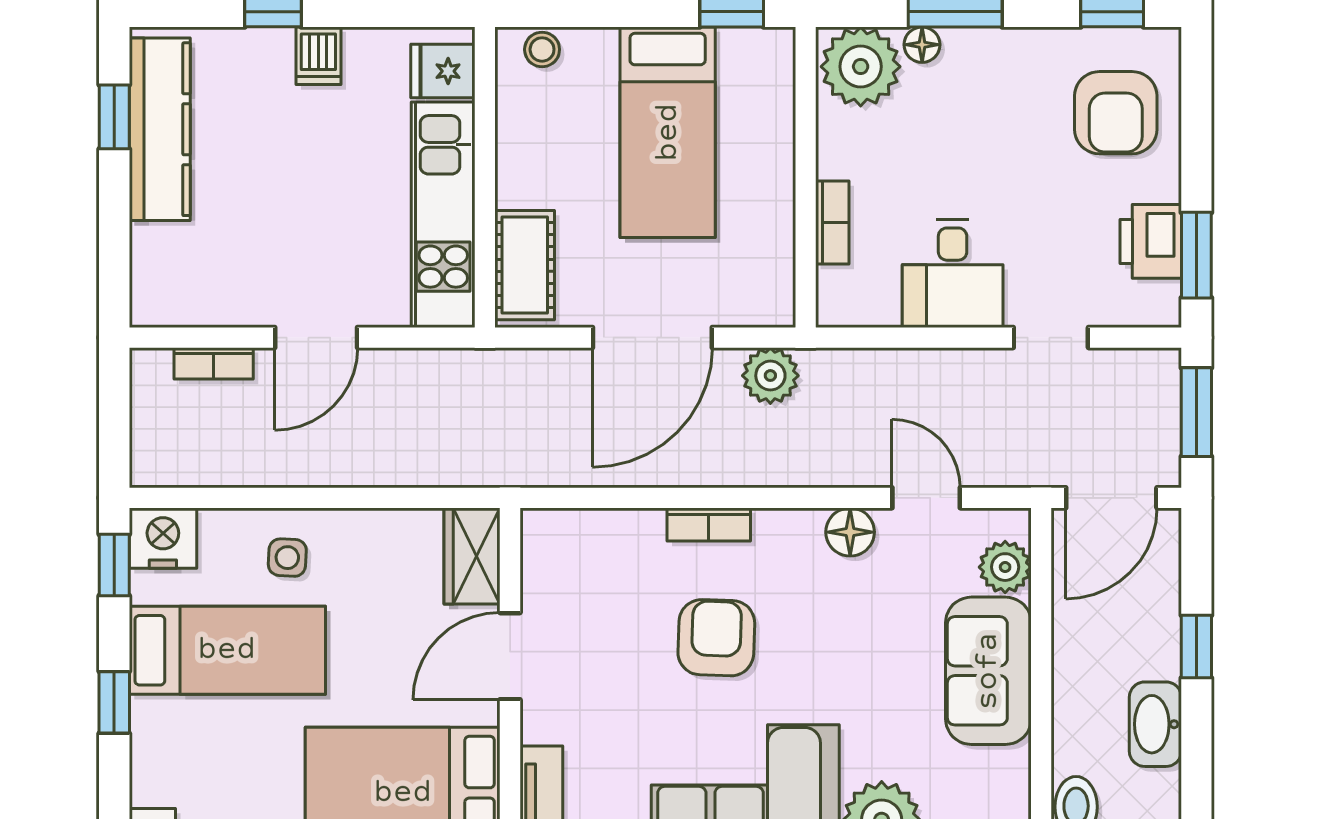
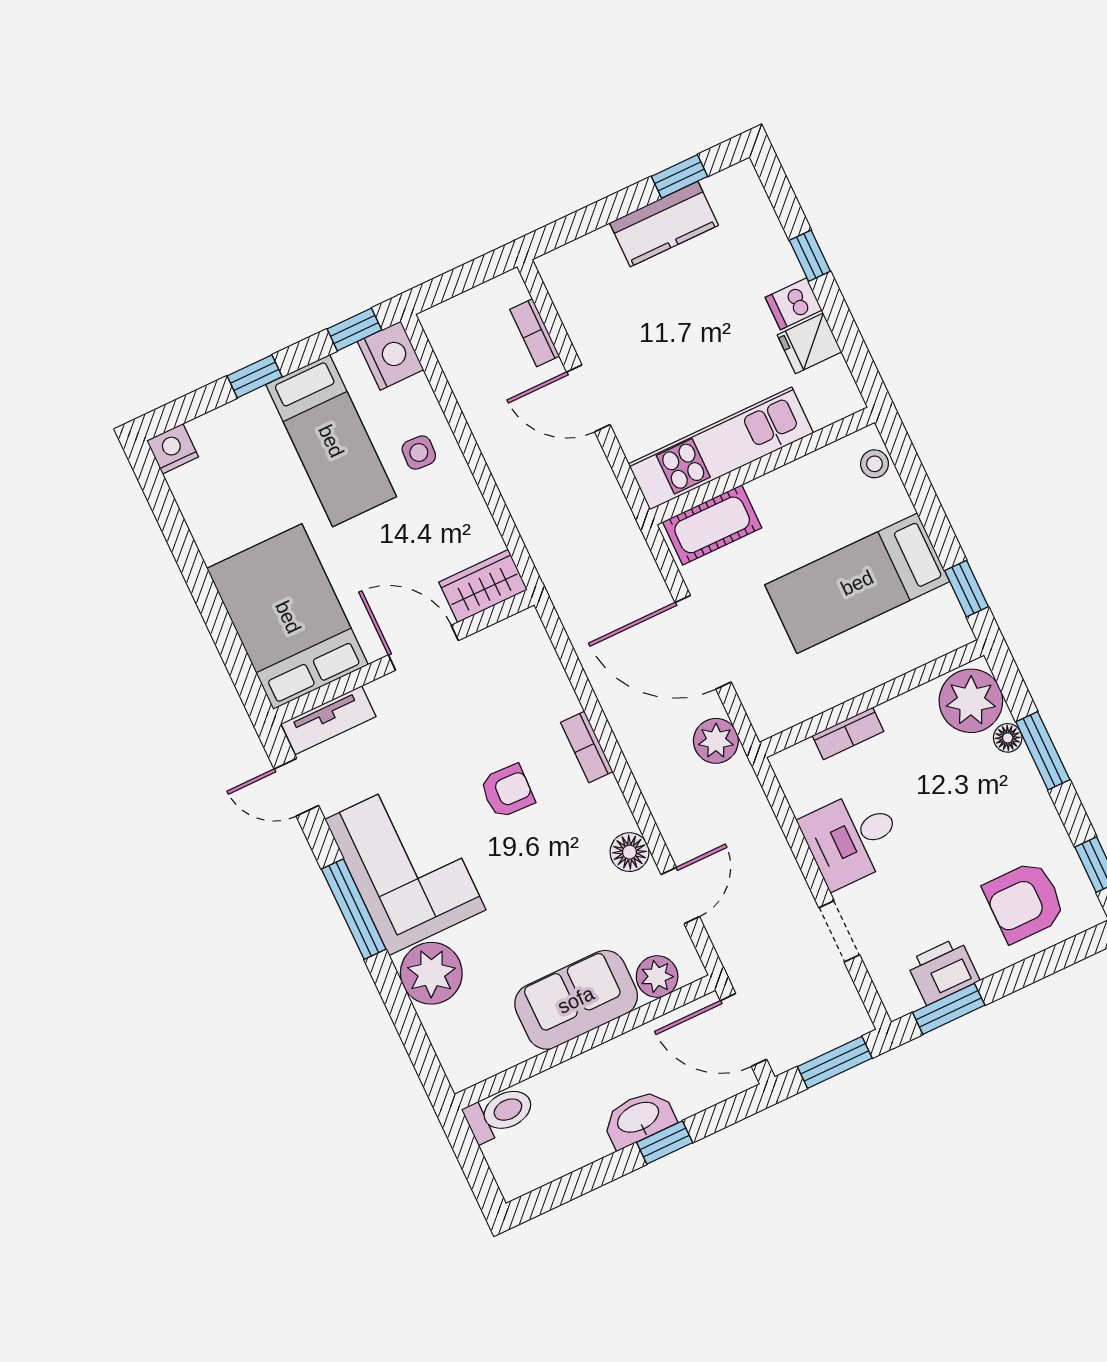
fridge: (443, 71) -> (809, 343), moved, turned -90
kitchen counter: (160, 129) -> (664, 224), width x0.67
armchair: (716, 638) -> (507, 791), width x0.72, depth x0.72
washbasin: (1155, 724) -> (639, 1118), moved

